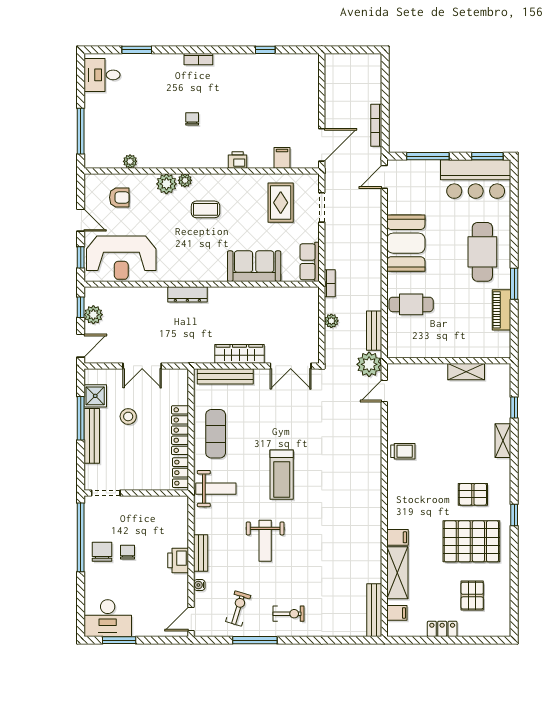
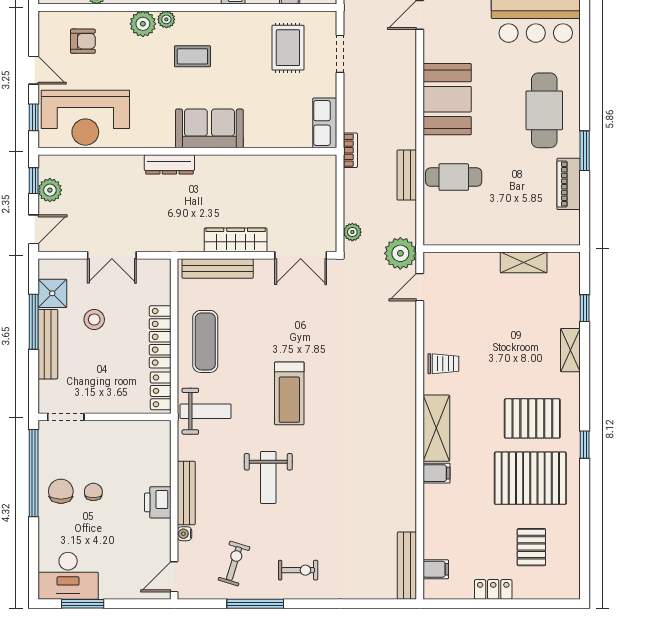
sofa: (254, 266) -> (209, 128), moved
plant: (331, 321) -> (352, 232), moved
bench: (374, 331) -> (407, 175), moved
pallet: (473, 494) -> (532, 418), width x1.50, depth x1.42
bench: (201, 553) -> (186, 493), width x1.36
shelving: (397, 573) -> (436, 428), moved

